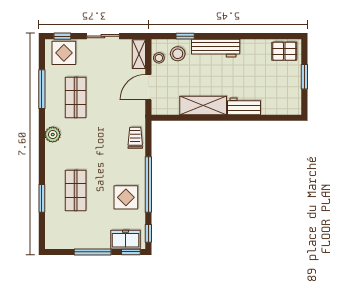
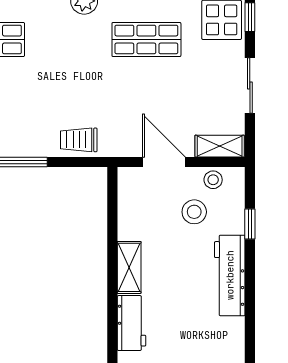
stool: (178, 54) -> (194, 212), moved
shelving: (203, 106) -> (129, 267), width x0.67, depth x0.75
trolley: (135, 138) -> (79, 140), turned 180

